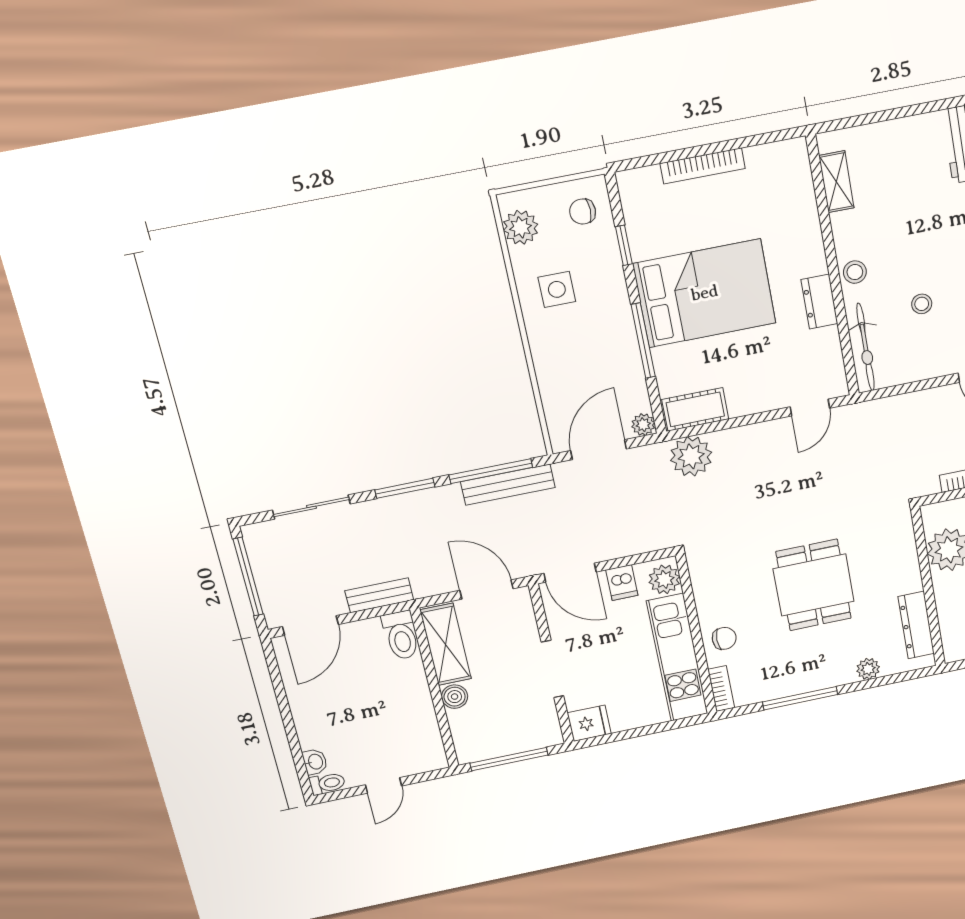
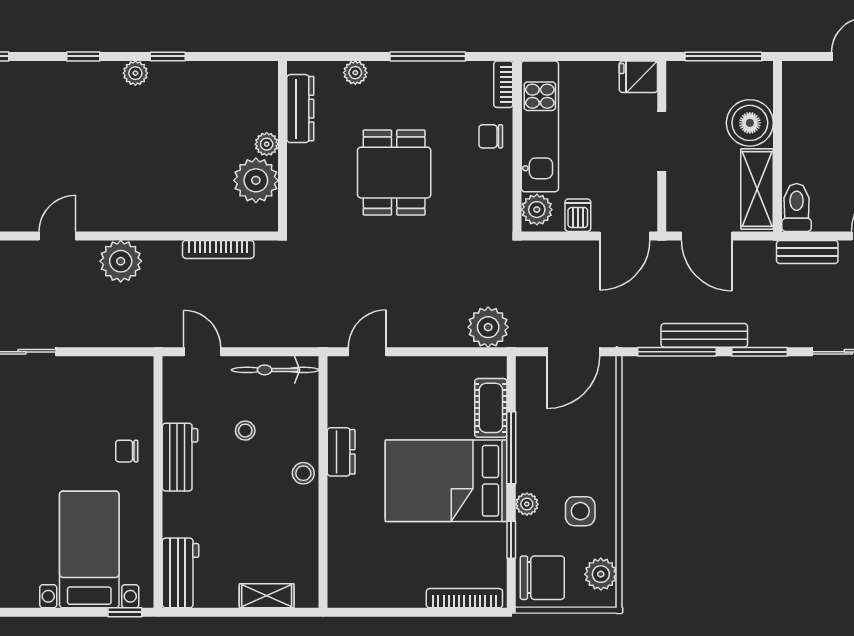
bookcase: (703, 166) -> (464, 598), moved
shelving: (836, 182) -> (267, 596), moved, turned 90
chair: (583, 212) -> (542, 578), width x1.87, depth x1.87
bicycle: (866, 347) -> (275, 370), moved, turned -90
cot: (695, 409) -> (491, 408), moved, turned 90
plant: (643, 425) -> (527, 504), moved
bench: (508, 485) -> (704, 335), moved
door: (570, 573) -> (625, 236), swing flipped
plant: (944, 586) -> (267, 144), added
boiler: (455, 697) -> (750, 123), width x1.86, depth x1.86

